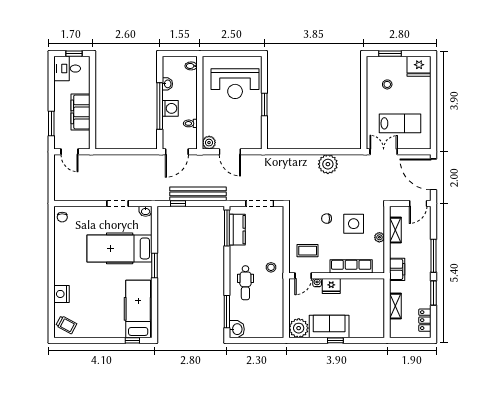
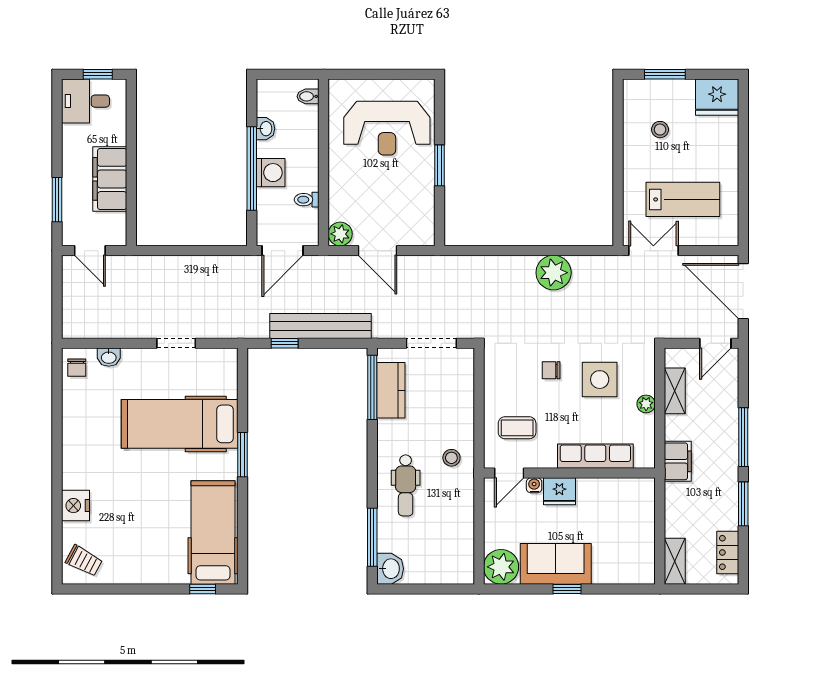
washbasin: (146, 211) -> (109, 357), moved
shelving: (395, 306) -> (675, 561), moved

